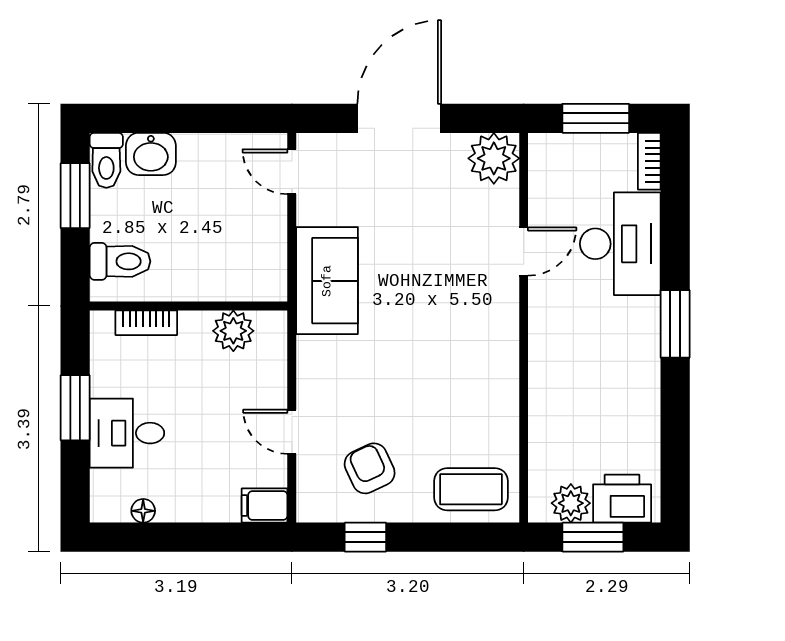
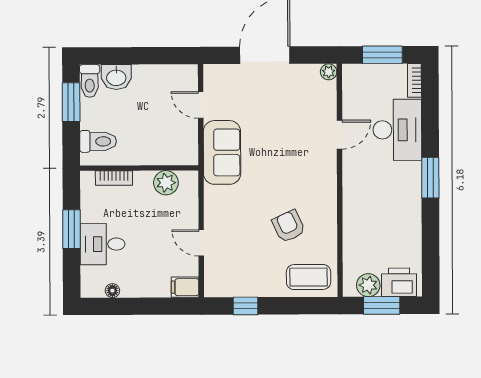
plant: (494, 158) -> (329, 72), width x0.53, depth x0.53
door: (292, 172) -> (201, 105), moved
armchair: (370, 468) -> (289, 226), moved

